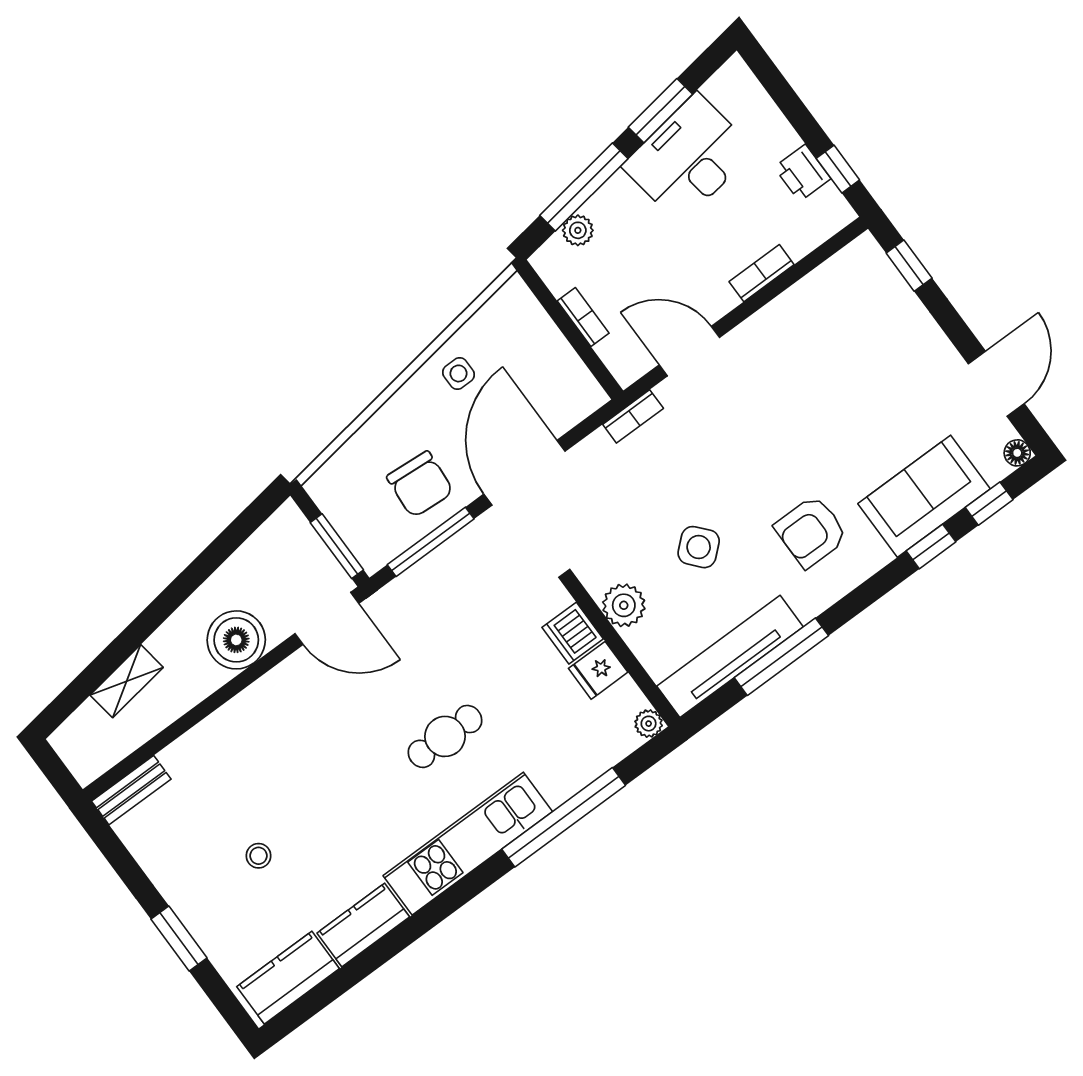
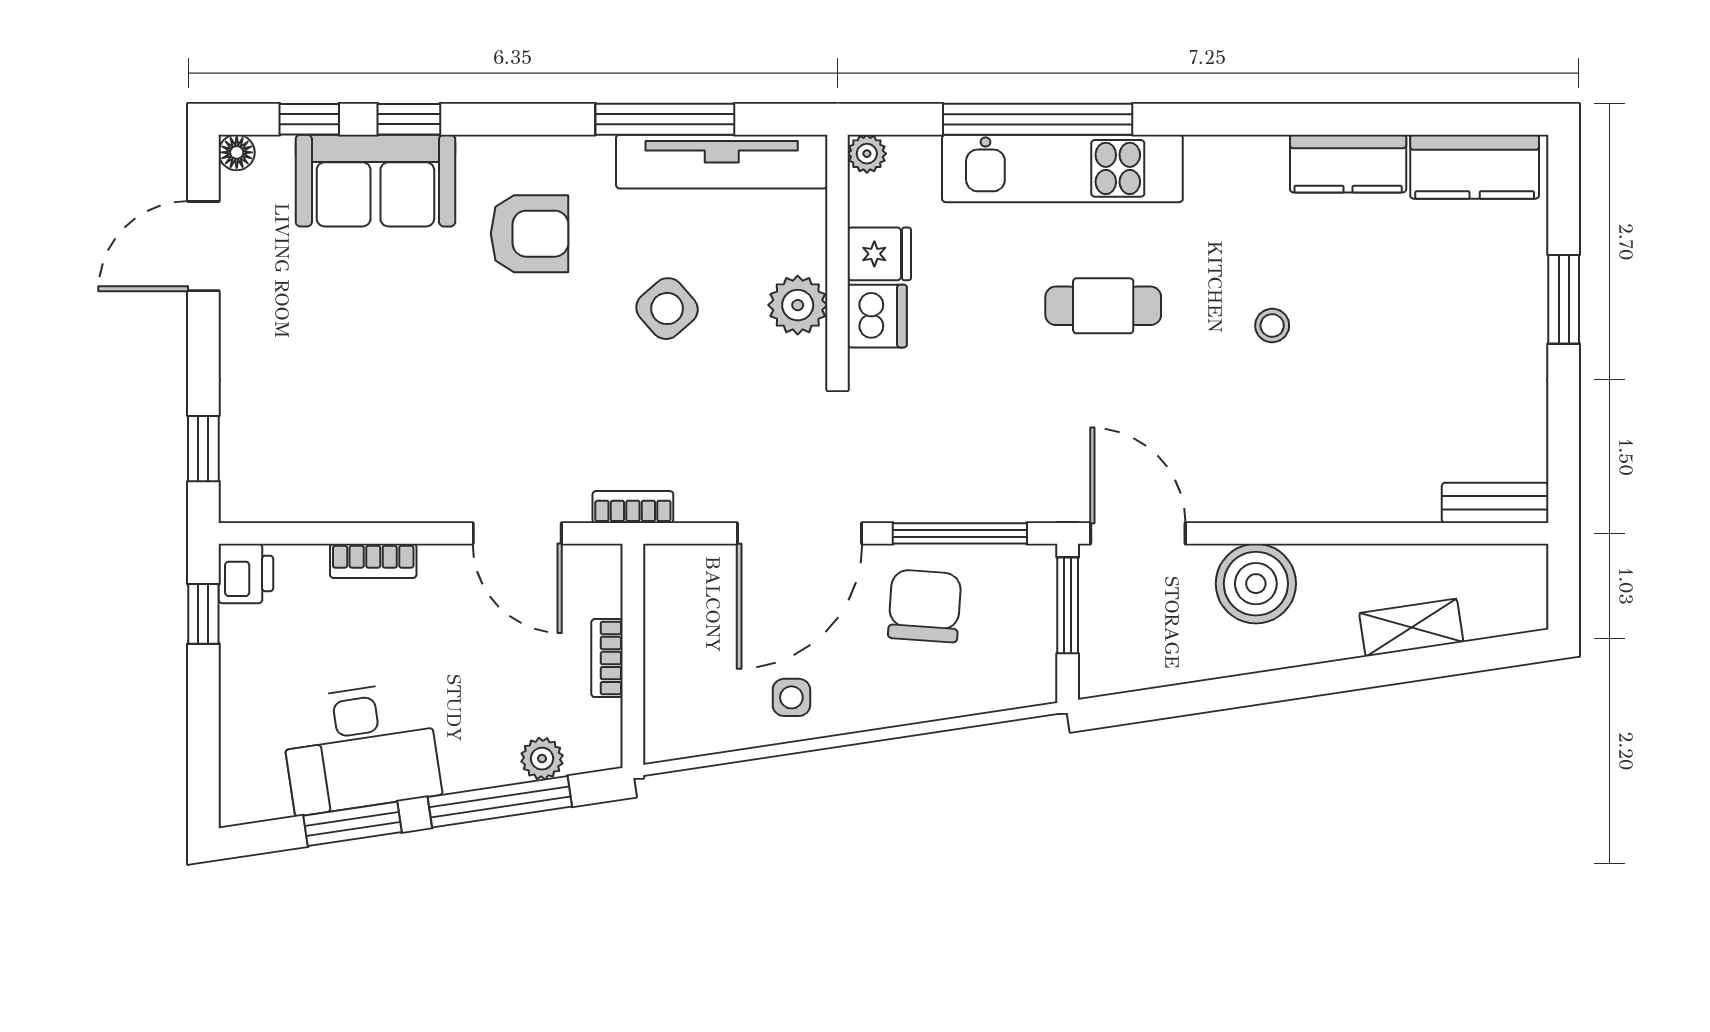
printer: (802, 173) -> (246, 573), moved
kitchen unit: (468, 844) -> (1062, 168), moved
stool: (258, 856) -> (1272, 326), moved

